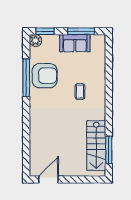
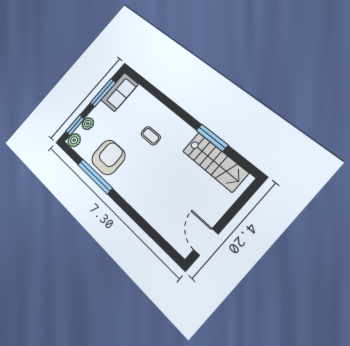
plant: (53, 40) -> (88, 124), added
sofa: (75, 43) -> (120, 92), moved
window: (109, 150) -> (212, 138), moved

